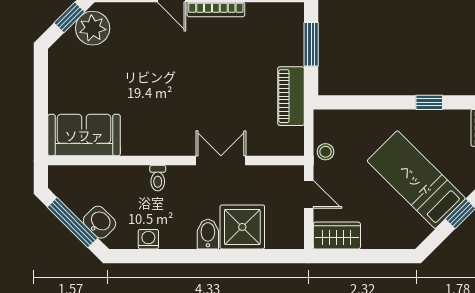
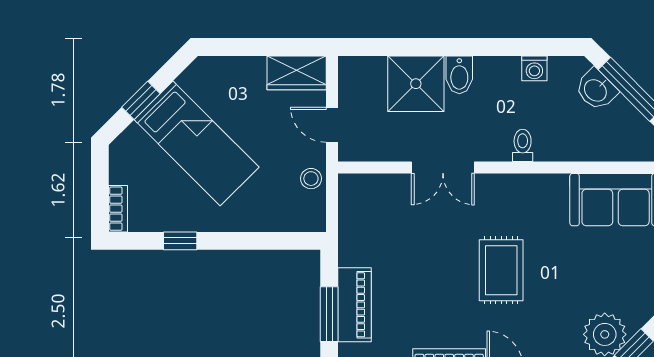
rug: (175, 79) -> (501, 270), added
piano: (291, 96) -> (354, 305), moved

